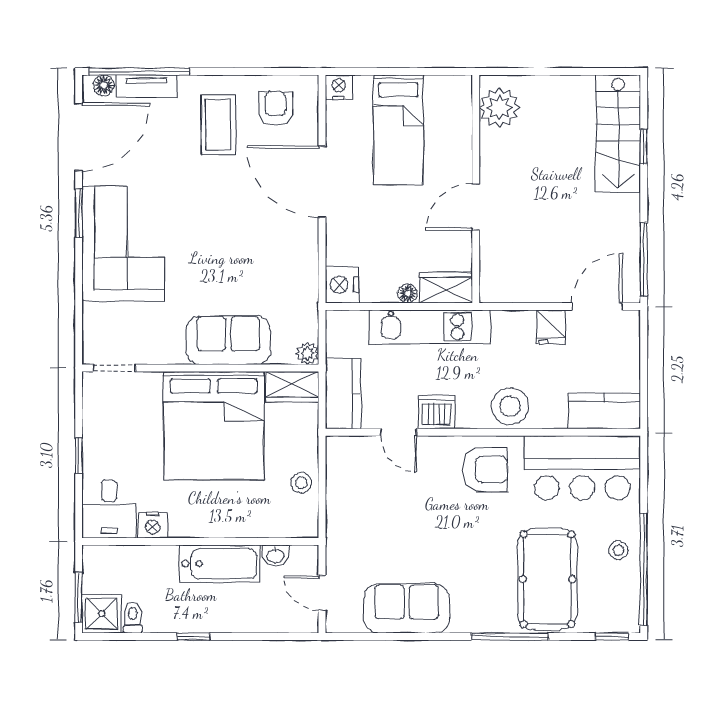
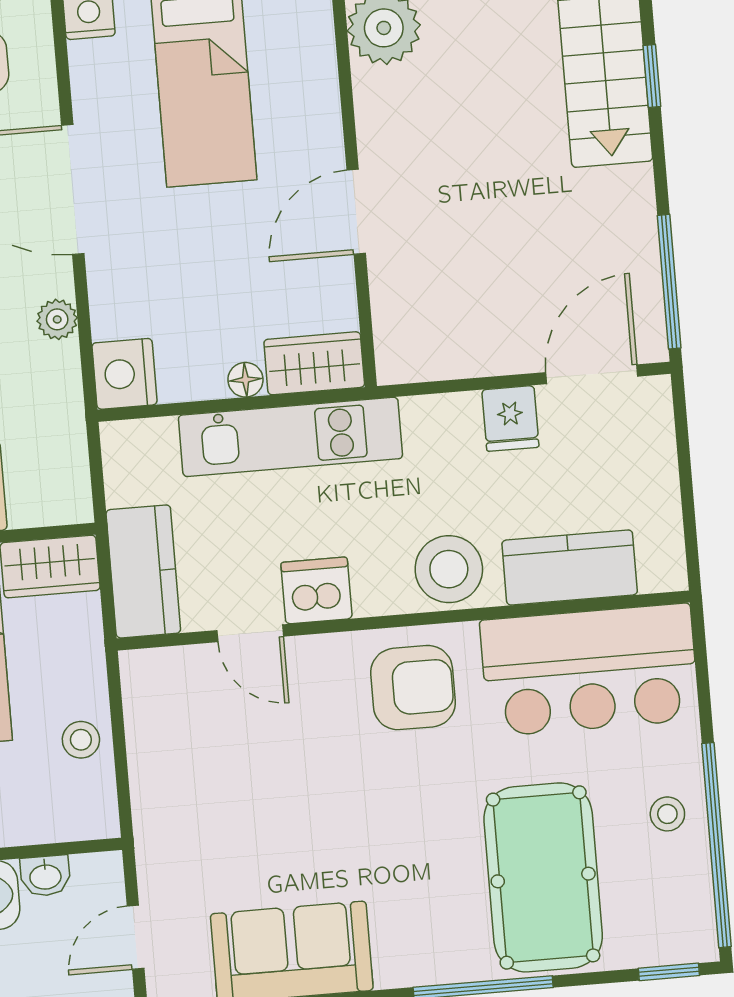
plant: (308, 354) -> (57, 319), moved
kitchen counter: (604, 411) -> (570, 568), moved
door: (322, 593) -> (136, 937), hinge flipped

